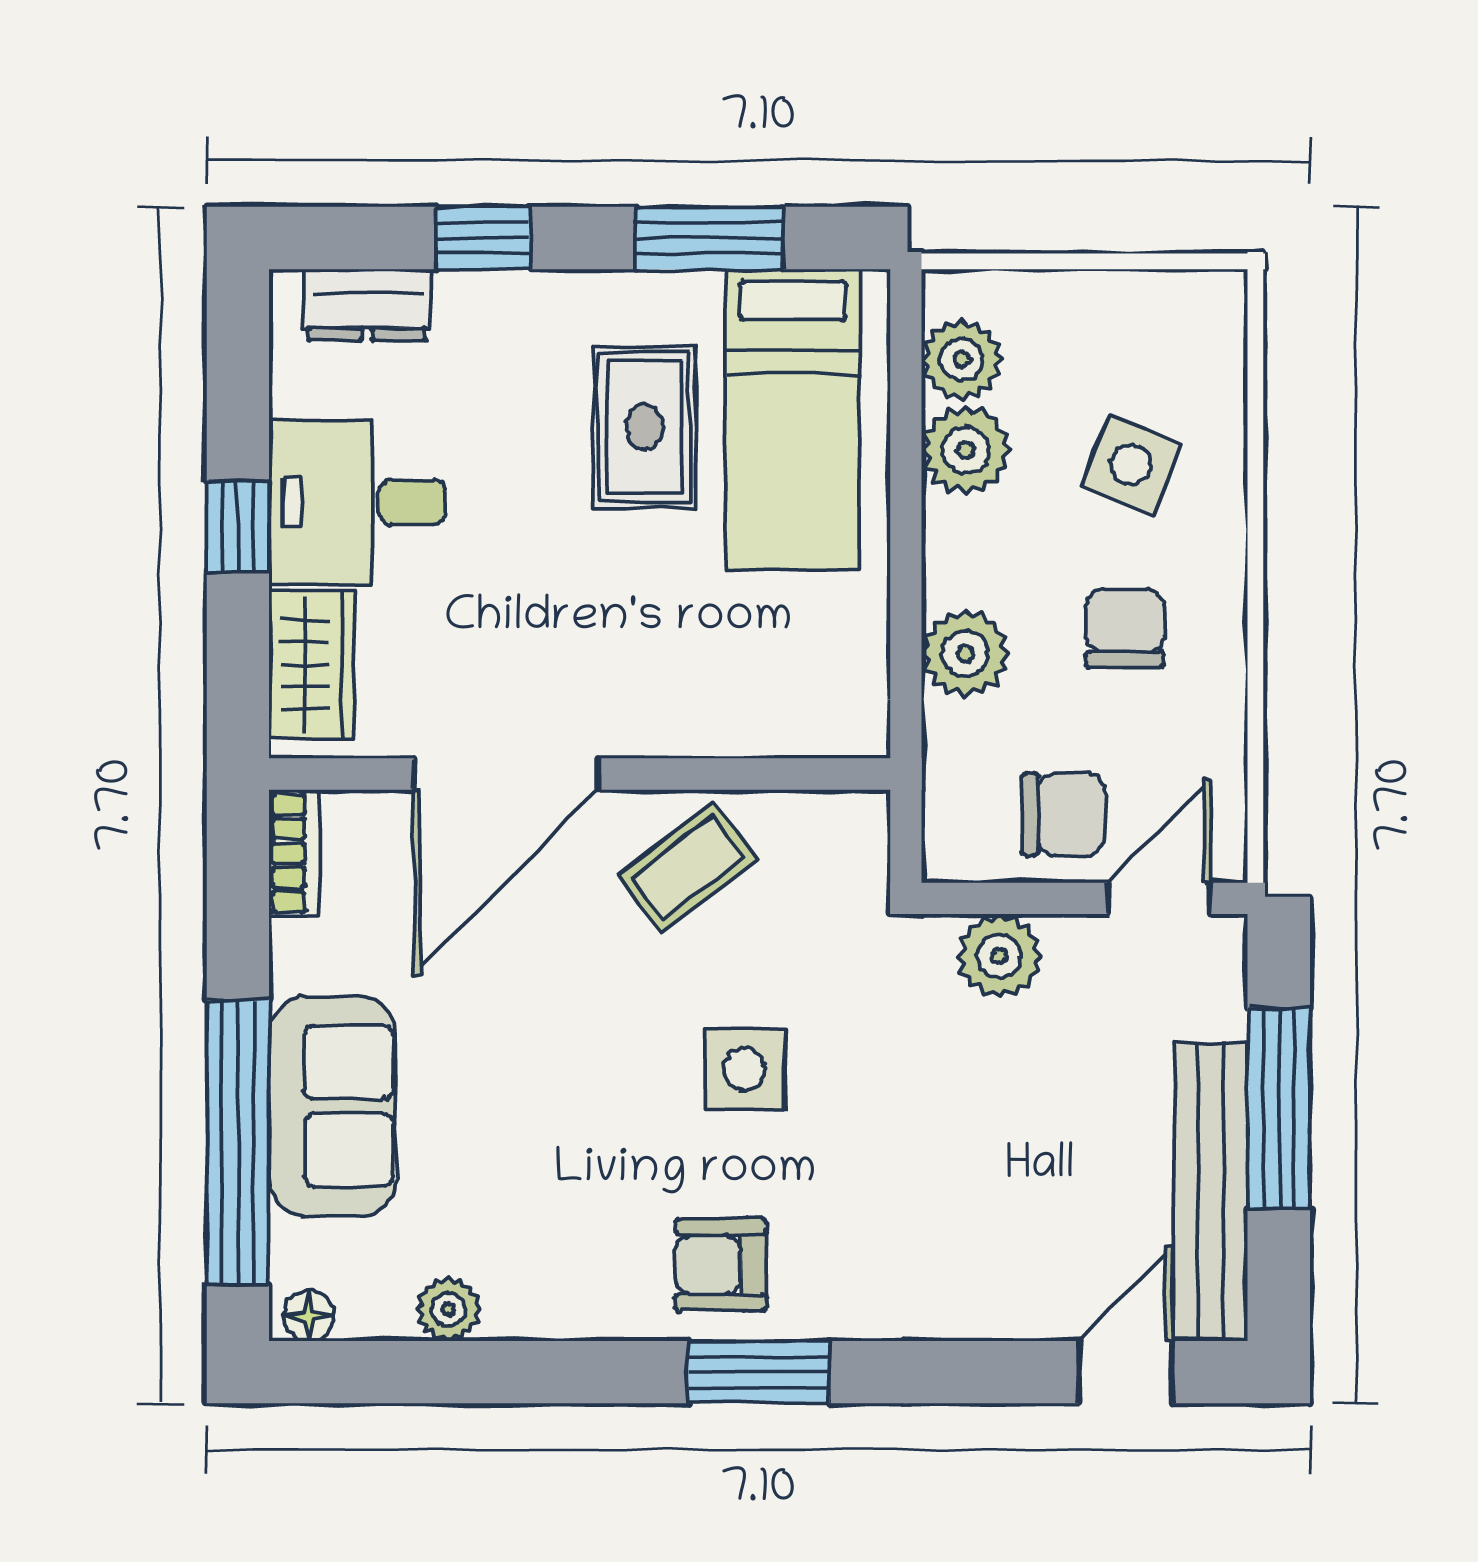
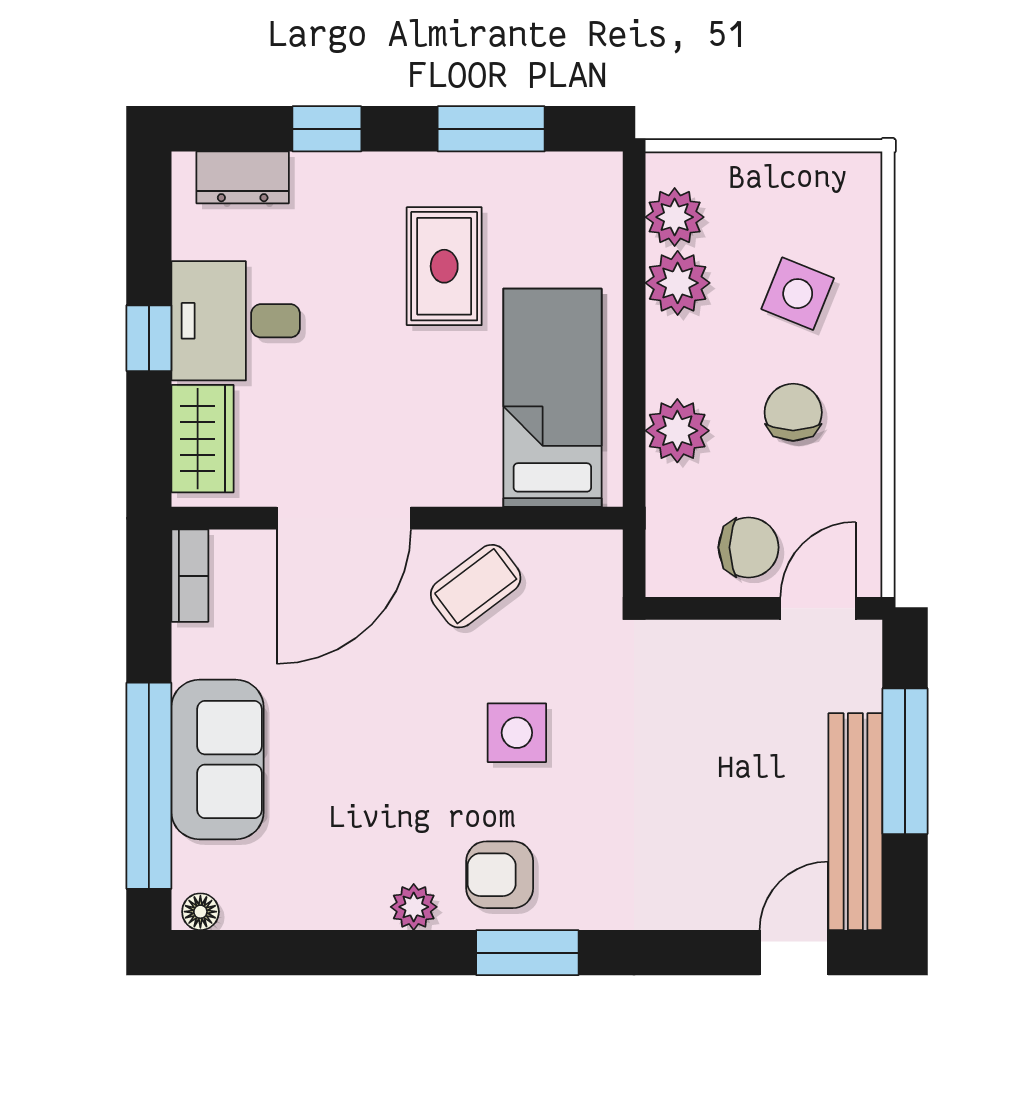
bed: (793, 419) -> (552, 398), moved, turned 180
plant: (999, 956) -> (702, 650), removed
plant: (448, 1309) -> (414, 907), moved

